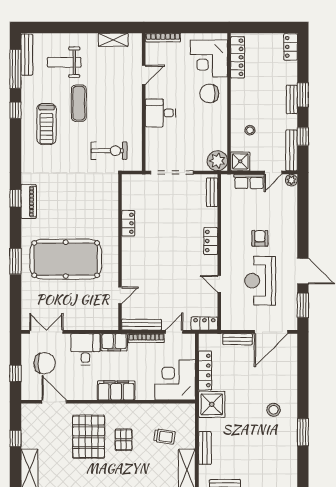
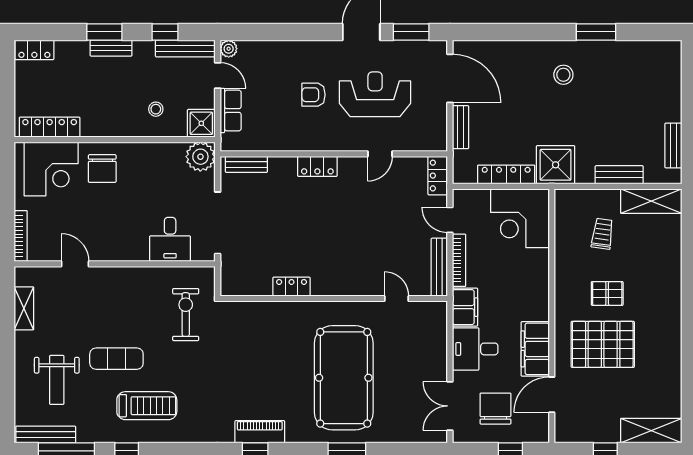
desk: (161, 113) -> (170, 239), moved
reception desk: (260, 281) -> (375, 94), turned 180
filing cabinet: (116, 390) -> (535, 349), moved

